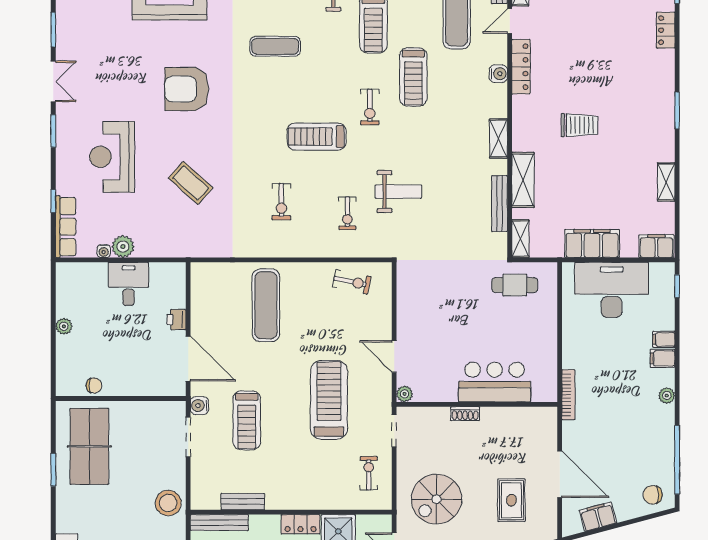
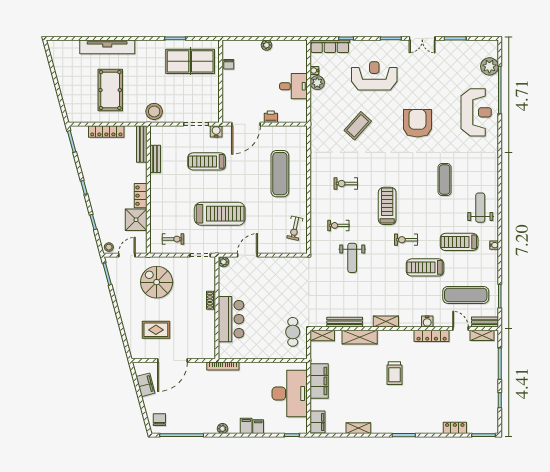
exercise mat: (266, 305) -> (280, 174), turned 90

